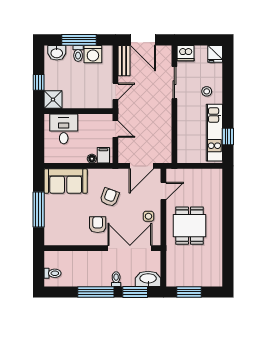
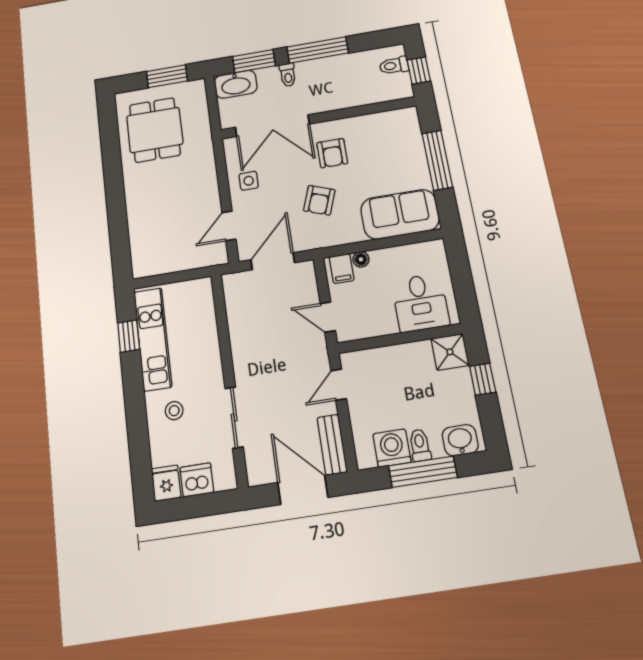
dishwasher: (185, 53) -> (197, 480), moved
dining table: (189, 226) -> (155, 130), moved
window: (39, 267) -> (419, 70), added

